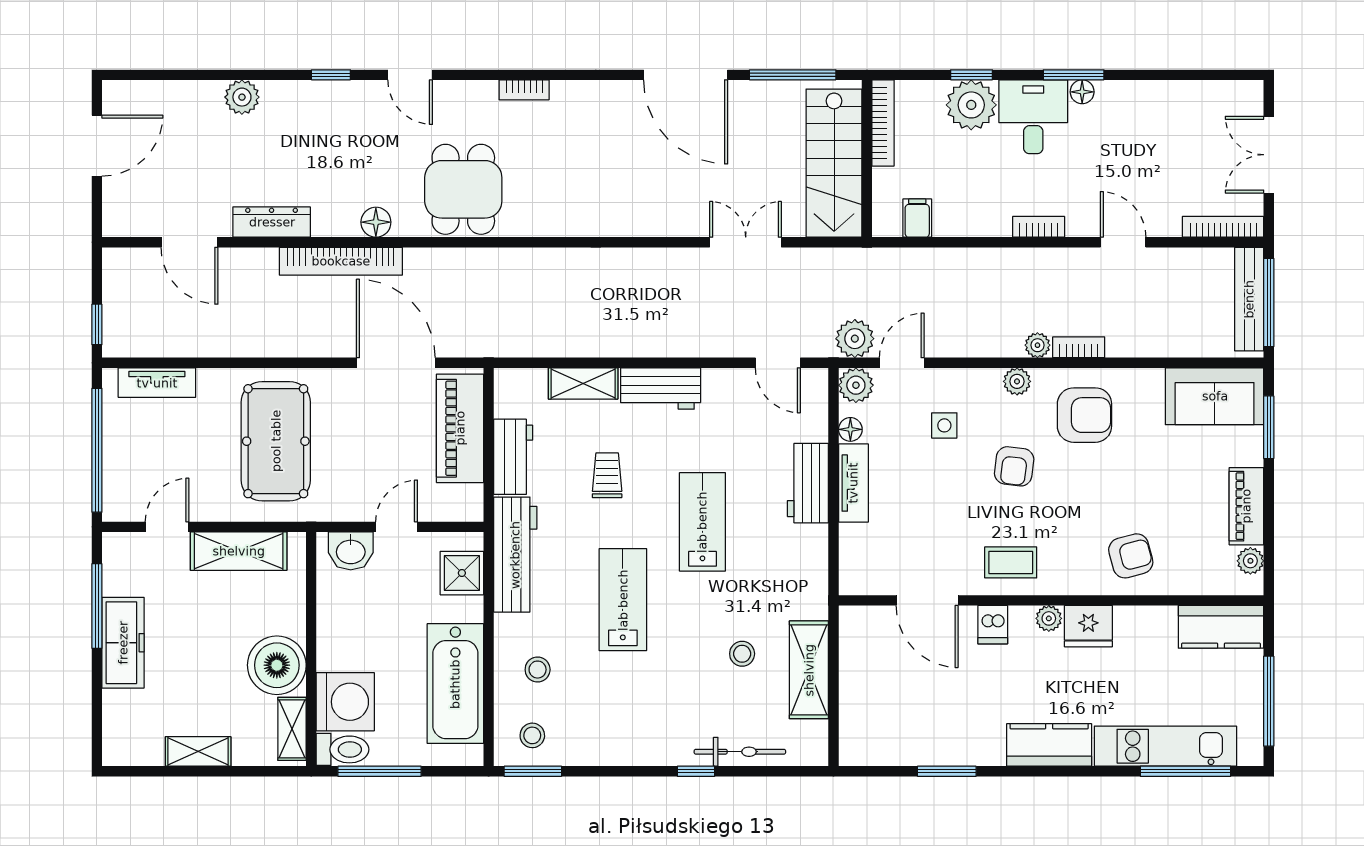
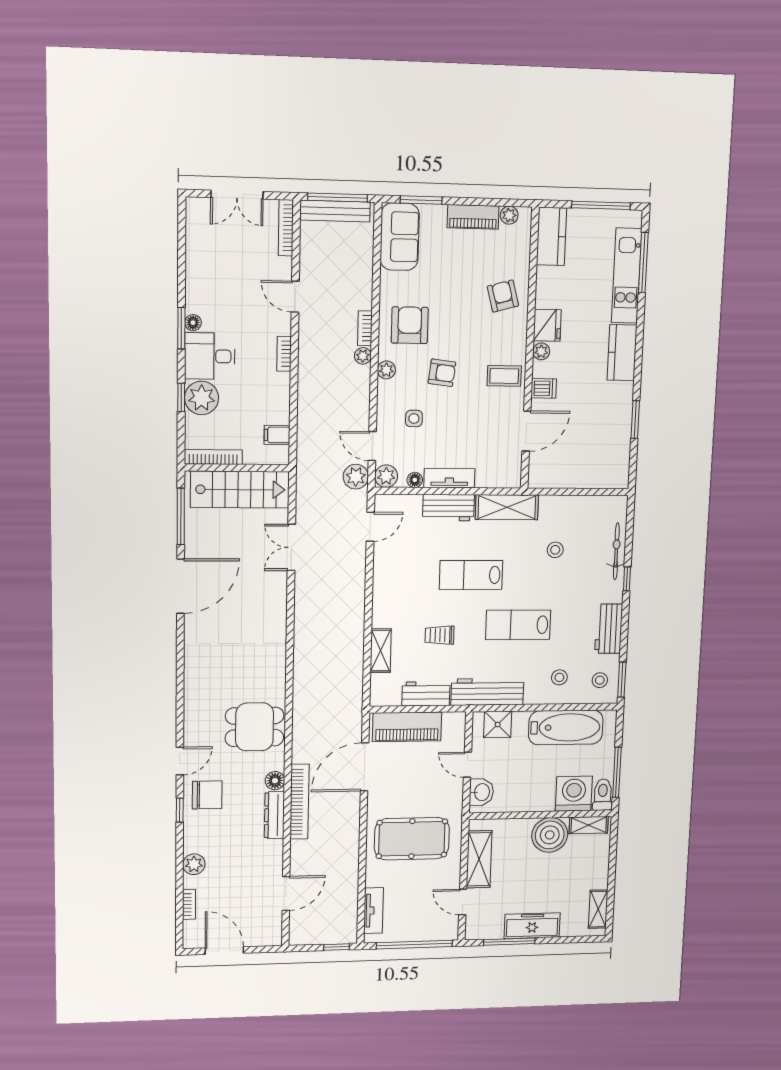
bookcase: (524, 90) -> (189, 904), moved
chair: (355, 117) -> (207, 795), added
dresser: (272, 222) -> (274, 815), moved
door: (1123, 242) -> (295, 297), hinge flipped
workbench: (661, 388) -> (609, 629), moved, turned 180
coffee table: (1011, 562) -> (504, 376), turned 90
shelving: (809, 670) -> (507, 507), moved
shelving: (198, 751) -> (598, 909), moved

